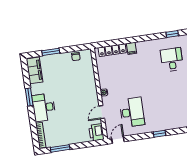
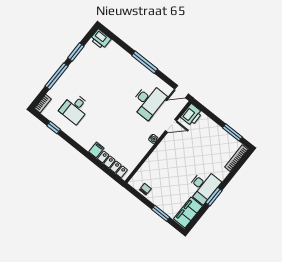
desk: (44, 107) -> (203, 186), moved
desk: (132, 112) -> (148, 101), turned 180
window: (159, 134) -> (145, 62), width x2.17

